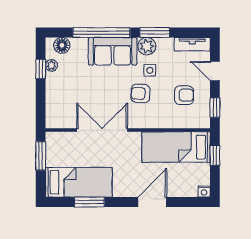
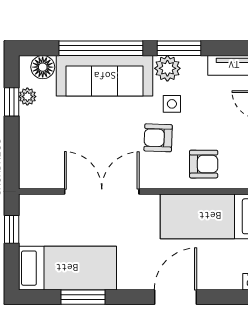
sofa: (113, 51) -> (105, 76), width x1.36
armchair: (184, 95) -> (204, 164), moved
window: (41, 156) -> (12, 229), width x0.67

